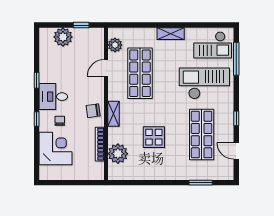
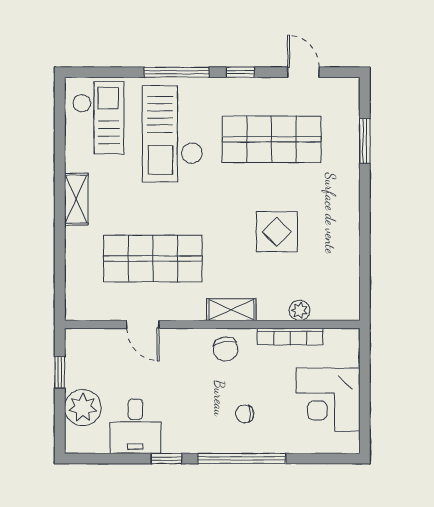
plant: (115, 45) -> (98, 307), removed
window: (236, 59) -> (177, 72), moved
desk: (53, 97) -> (135, 426), moved
window: (37, 119) -> (242, 459), width x3.17
corner desk: (56, 148) -> (328, 400), moved, turned -90
door: (236, 151) -> (303, 72), swing flipped
plant: (118, 154) -> (299, 310), width x0.53, depth x0.53

